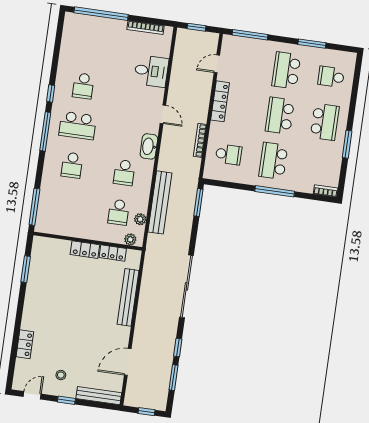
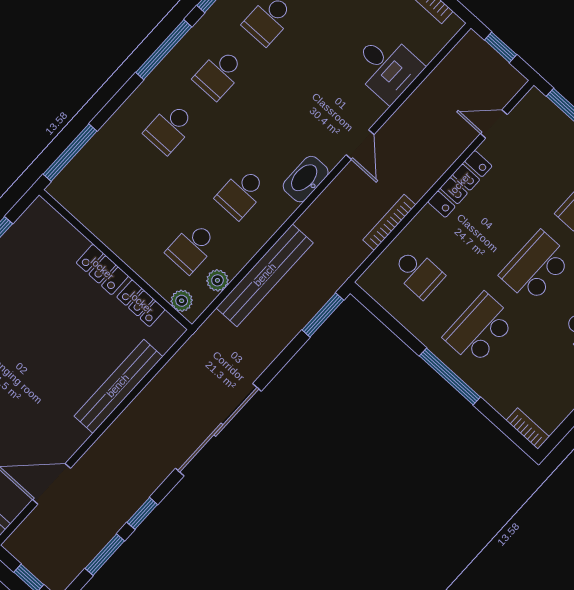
school desk: (78, 126) -> (219, 74), width x0.54

